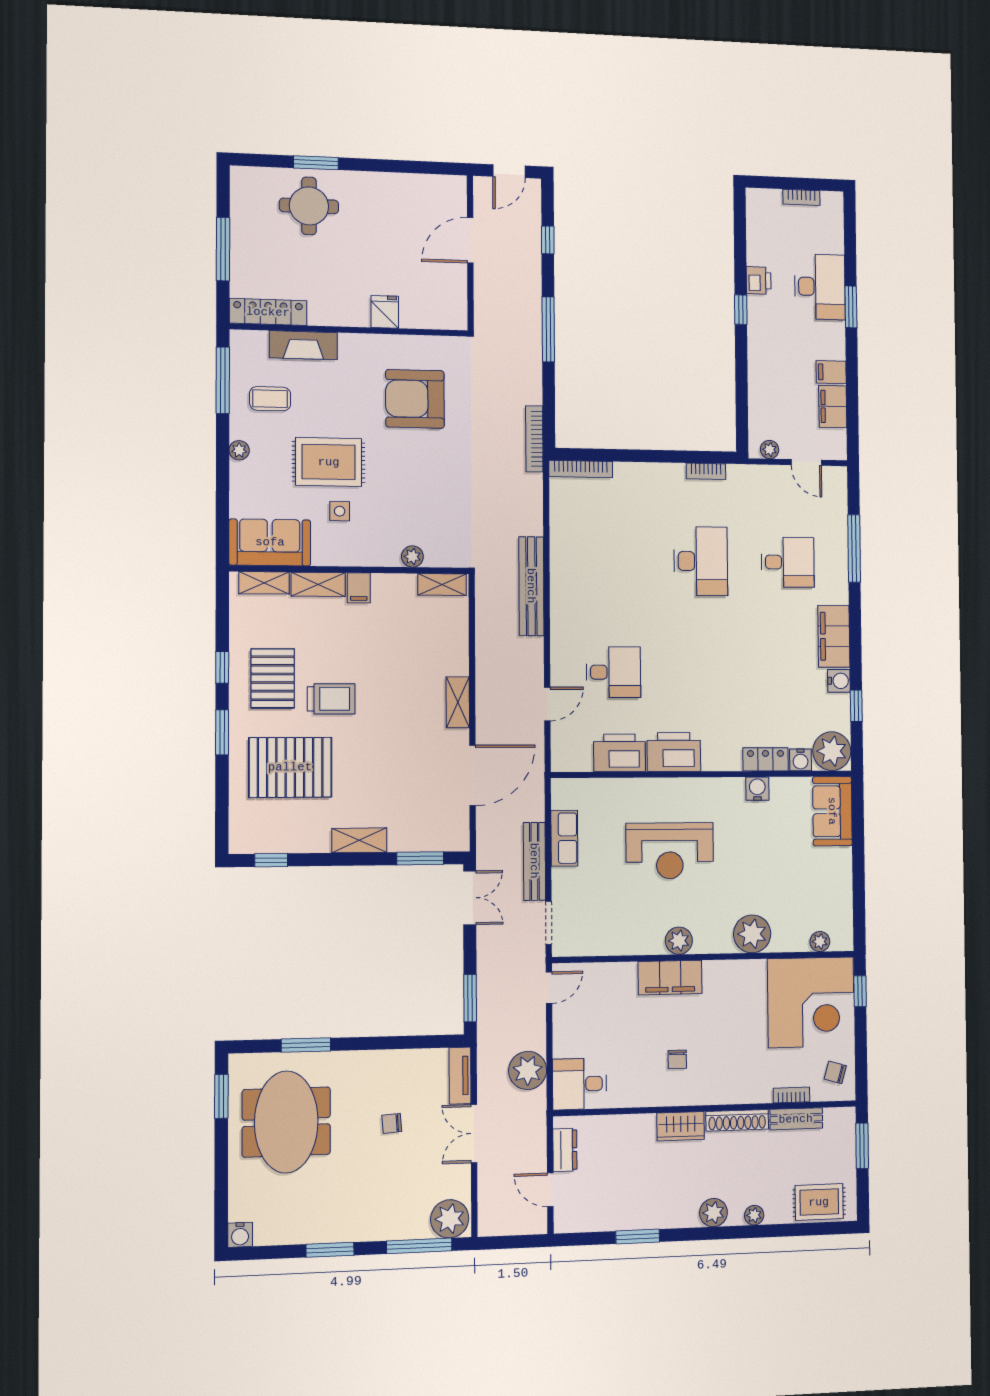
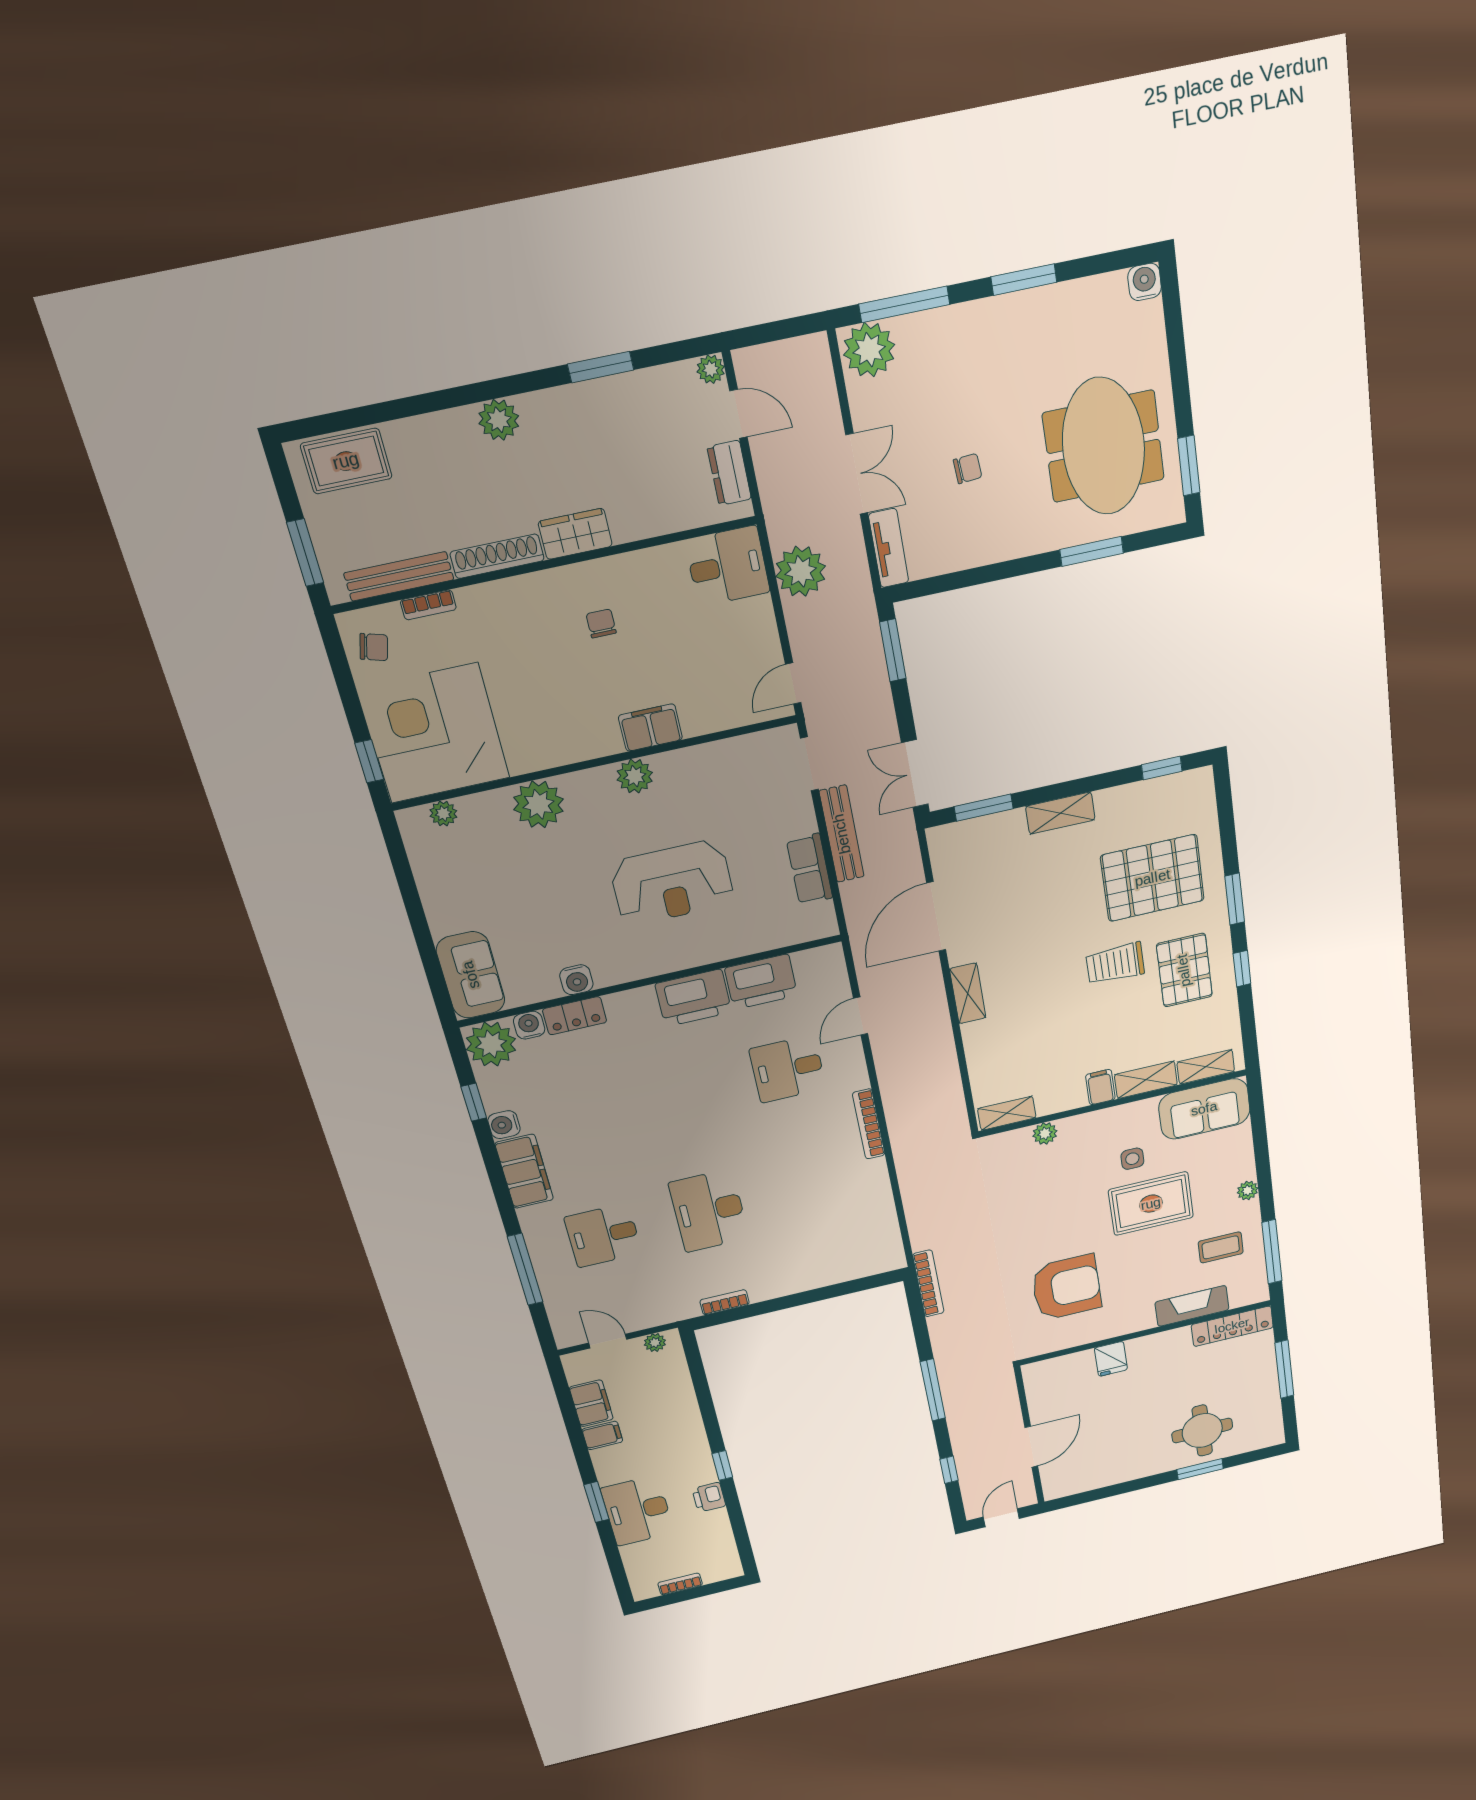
bookcase: (581, 469) -> (869, 1124), moved, turned -90
bench: (531, 586) -> (904, 1136), removed
reception desk: (670, 851) -> (672, 883), turned 180
filing cabinet: (670, 978) -> (650, 728), width x0.67, depth x0.86
bench: (796, 1119) -> (399, 576), width x1.36
plant: (754, 1215) -> (711, 369), moved

